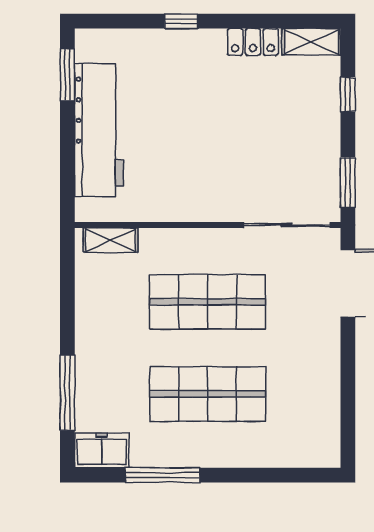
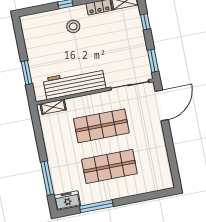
stool: (189, 73) -> (73, 26), added
window: (67, 75) -> (27, 73), moved
workbench: (99, 130) -> (74, 83), moved, turned -90

